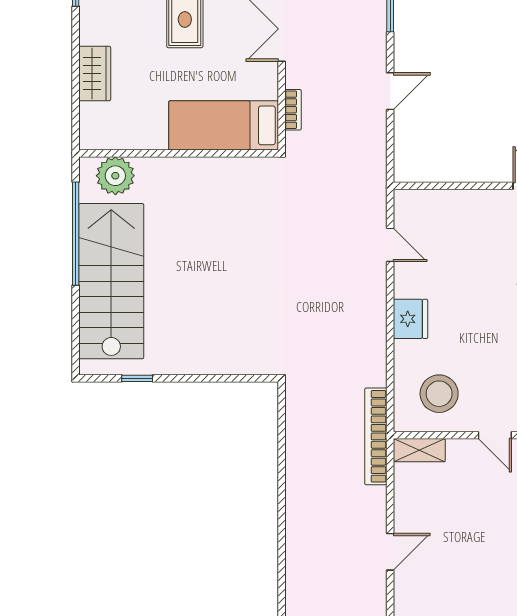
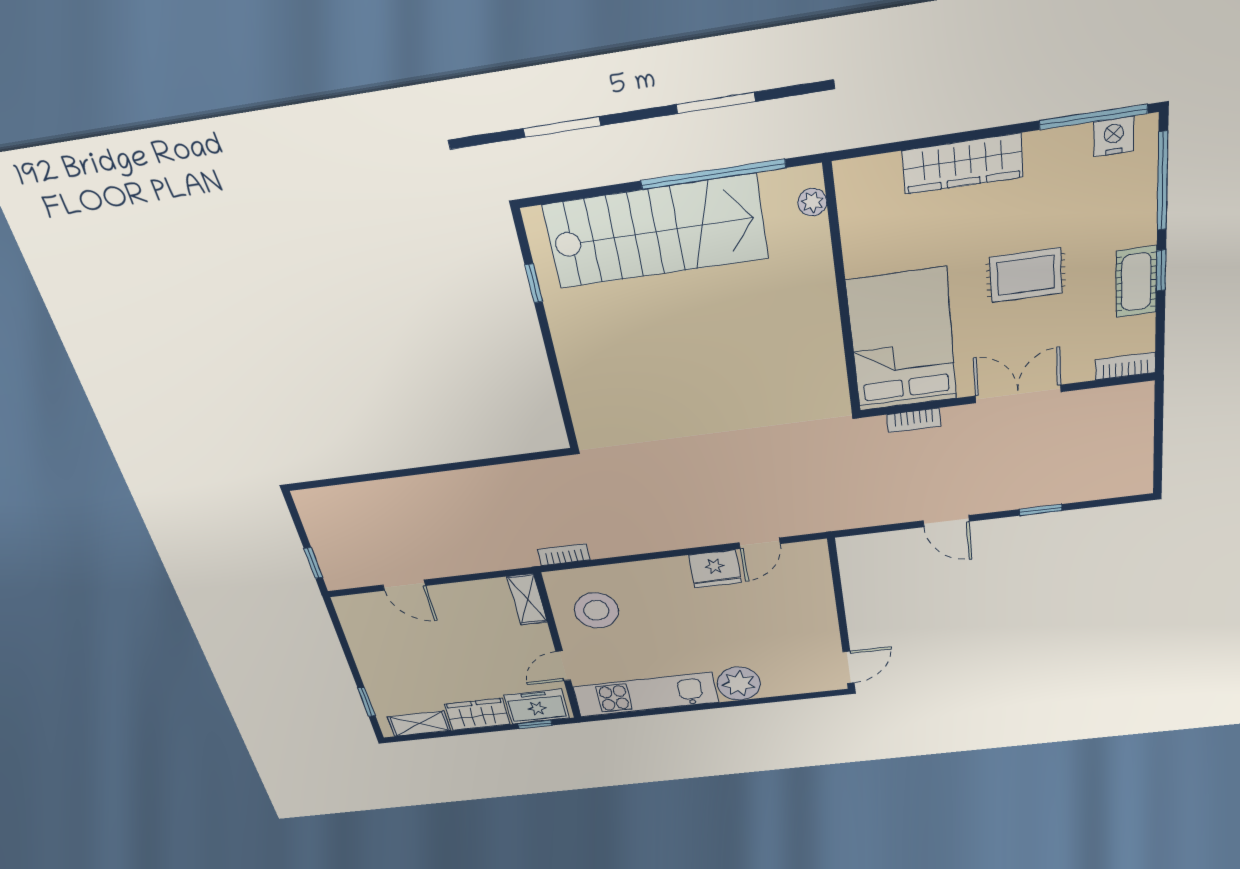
wardrobe: (95, 73) -> (963, 164), width x1.50
bed: (224, 125) -> (902, 340), width x1.50
plant: (115, 176) -> (812, 202), width x0.53, depth x0.53
fridge: (410, 319) -> (715, 569), moved
bookcase: (376, 436) -> (564, 555), width x0.43, depth x0.76

